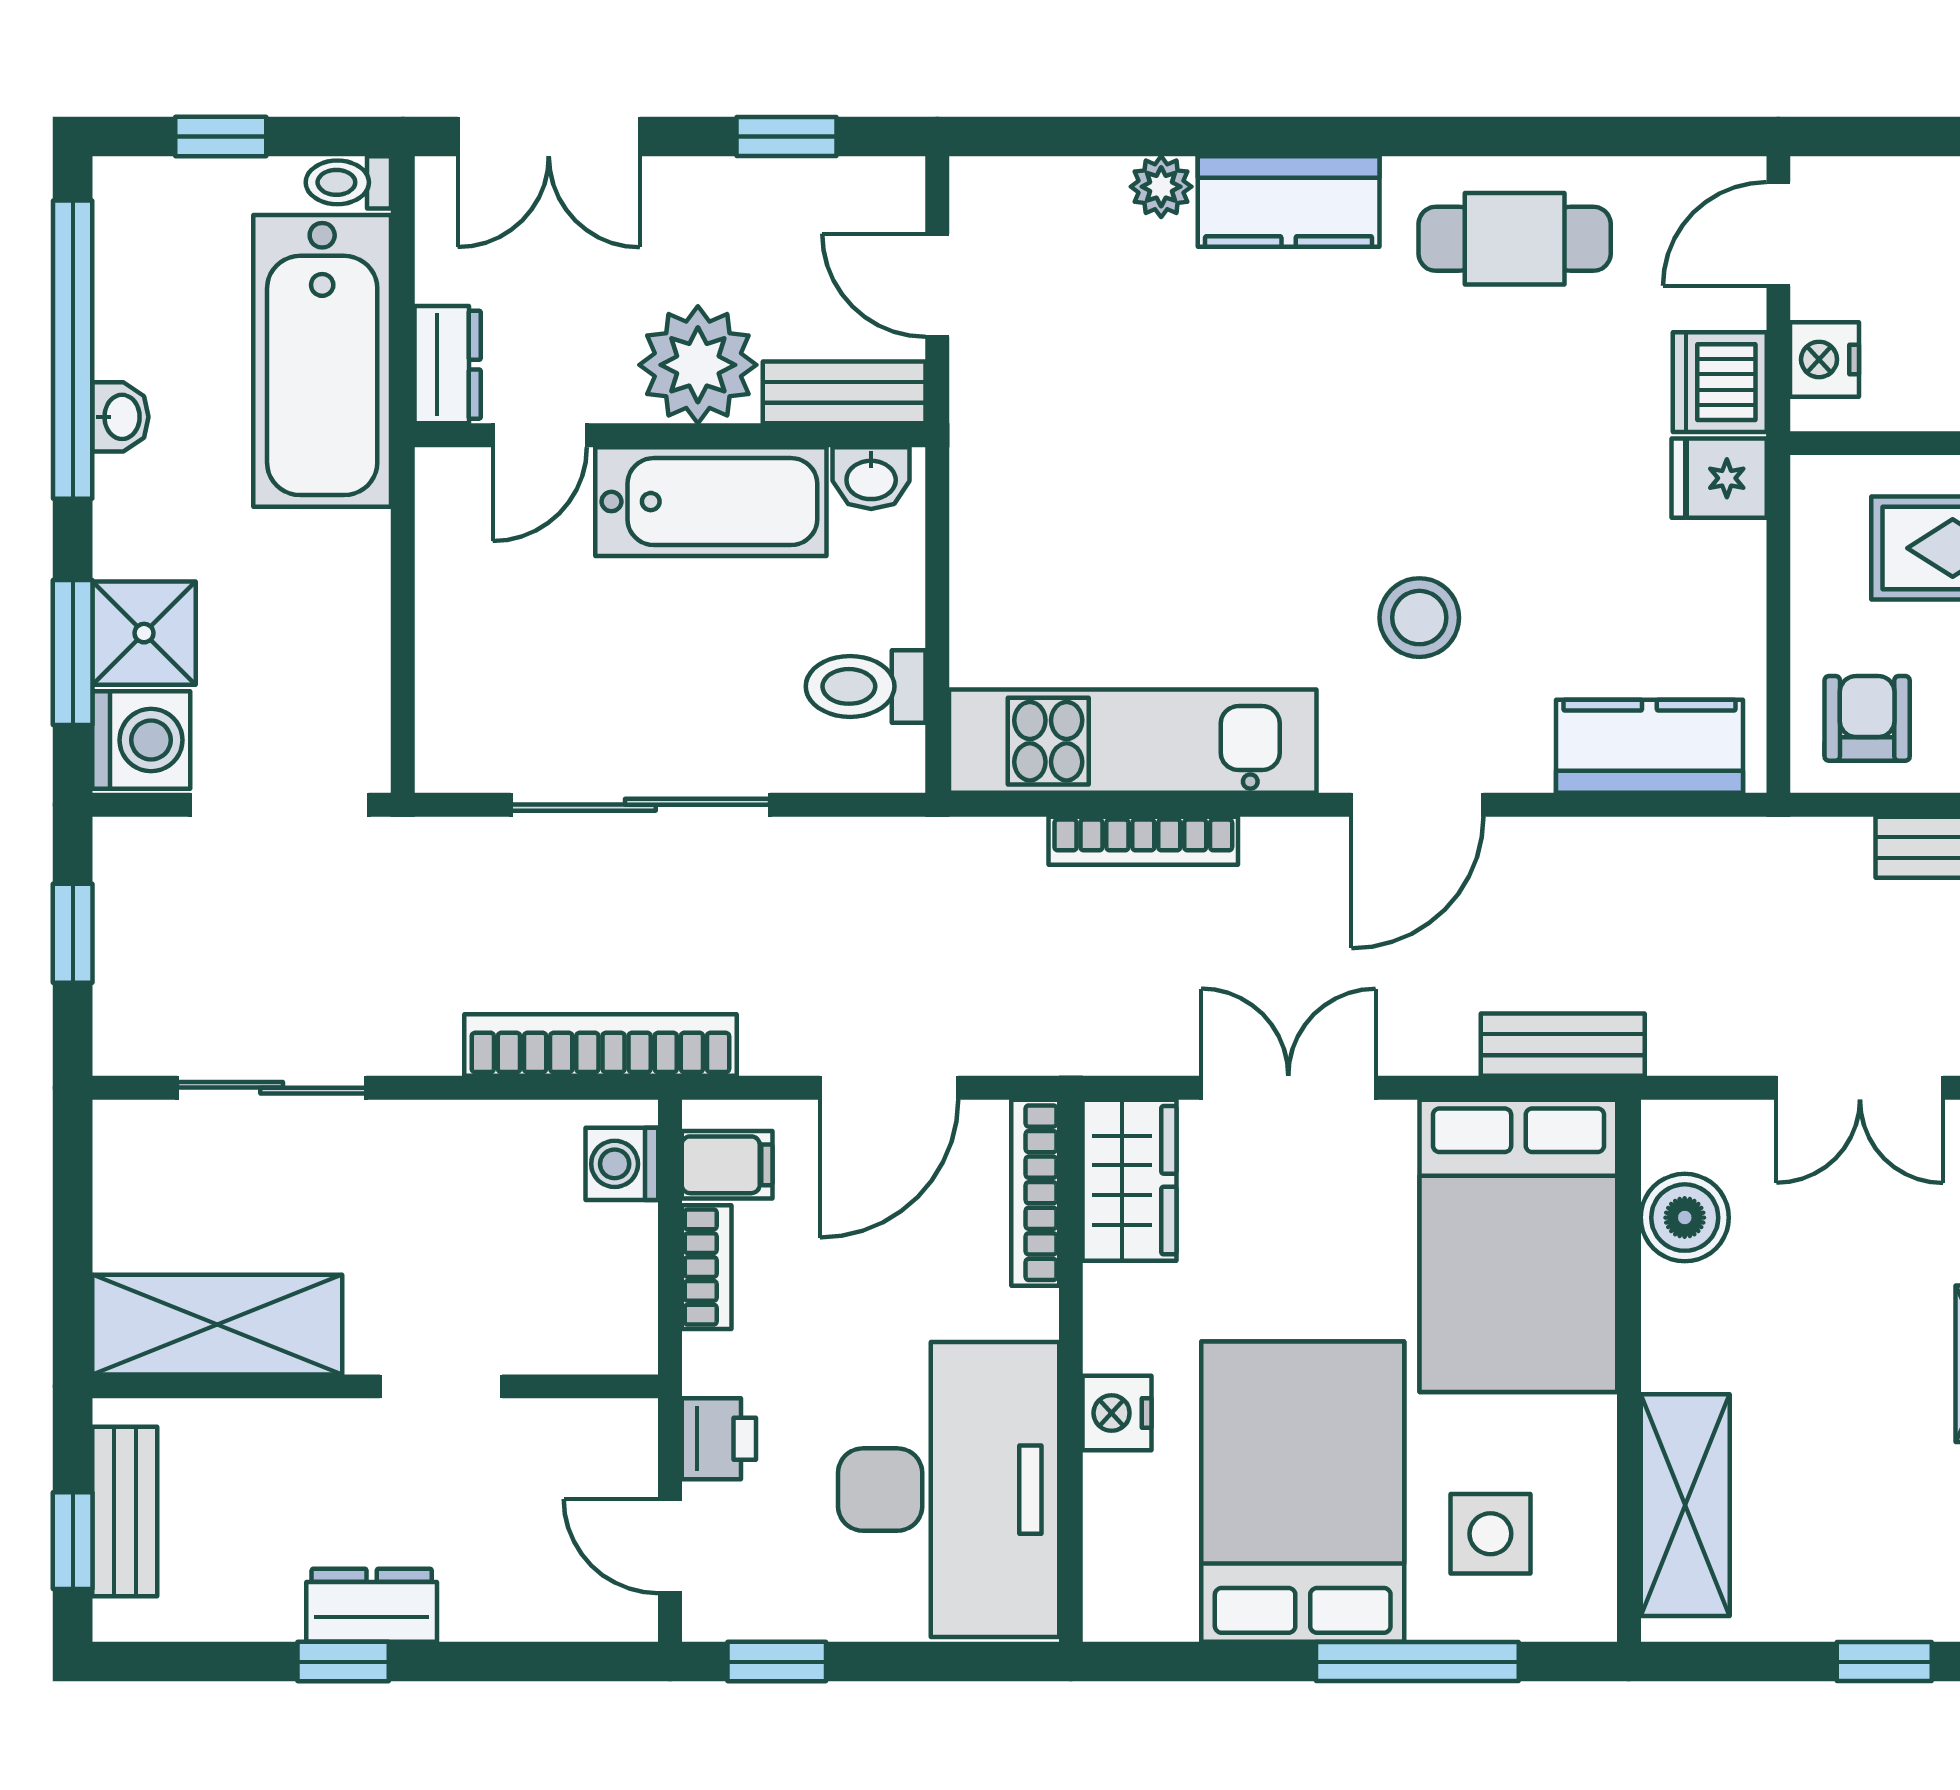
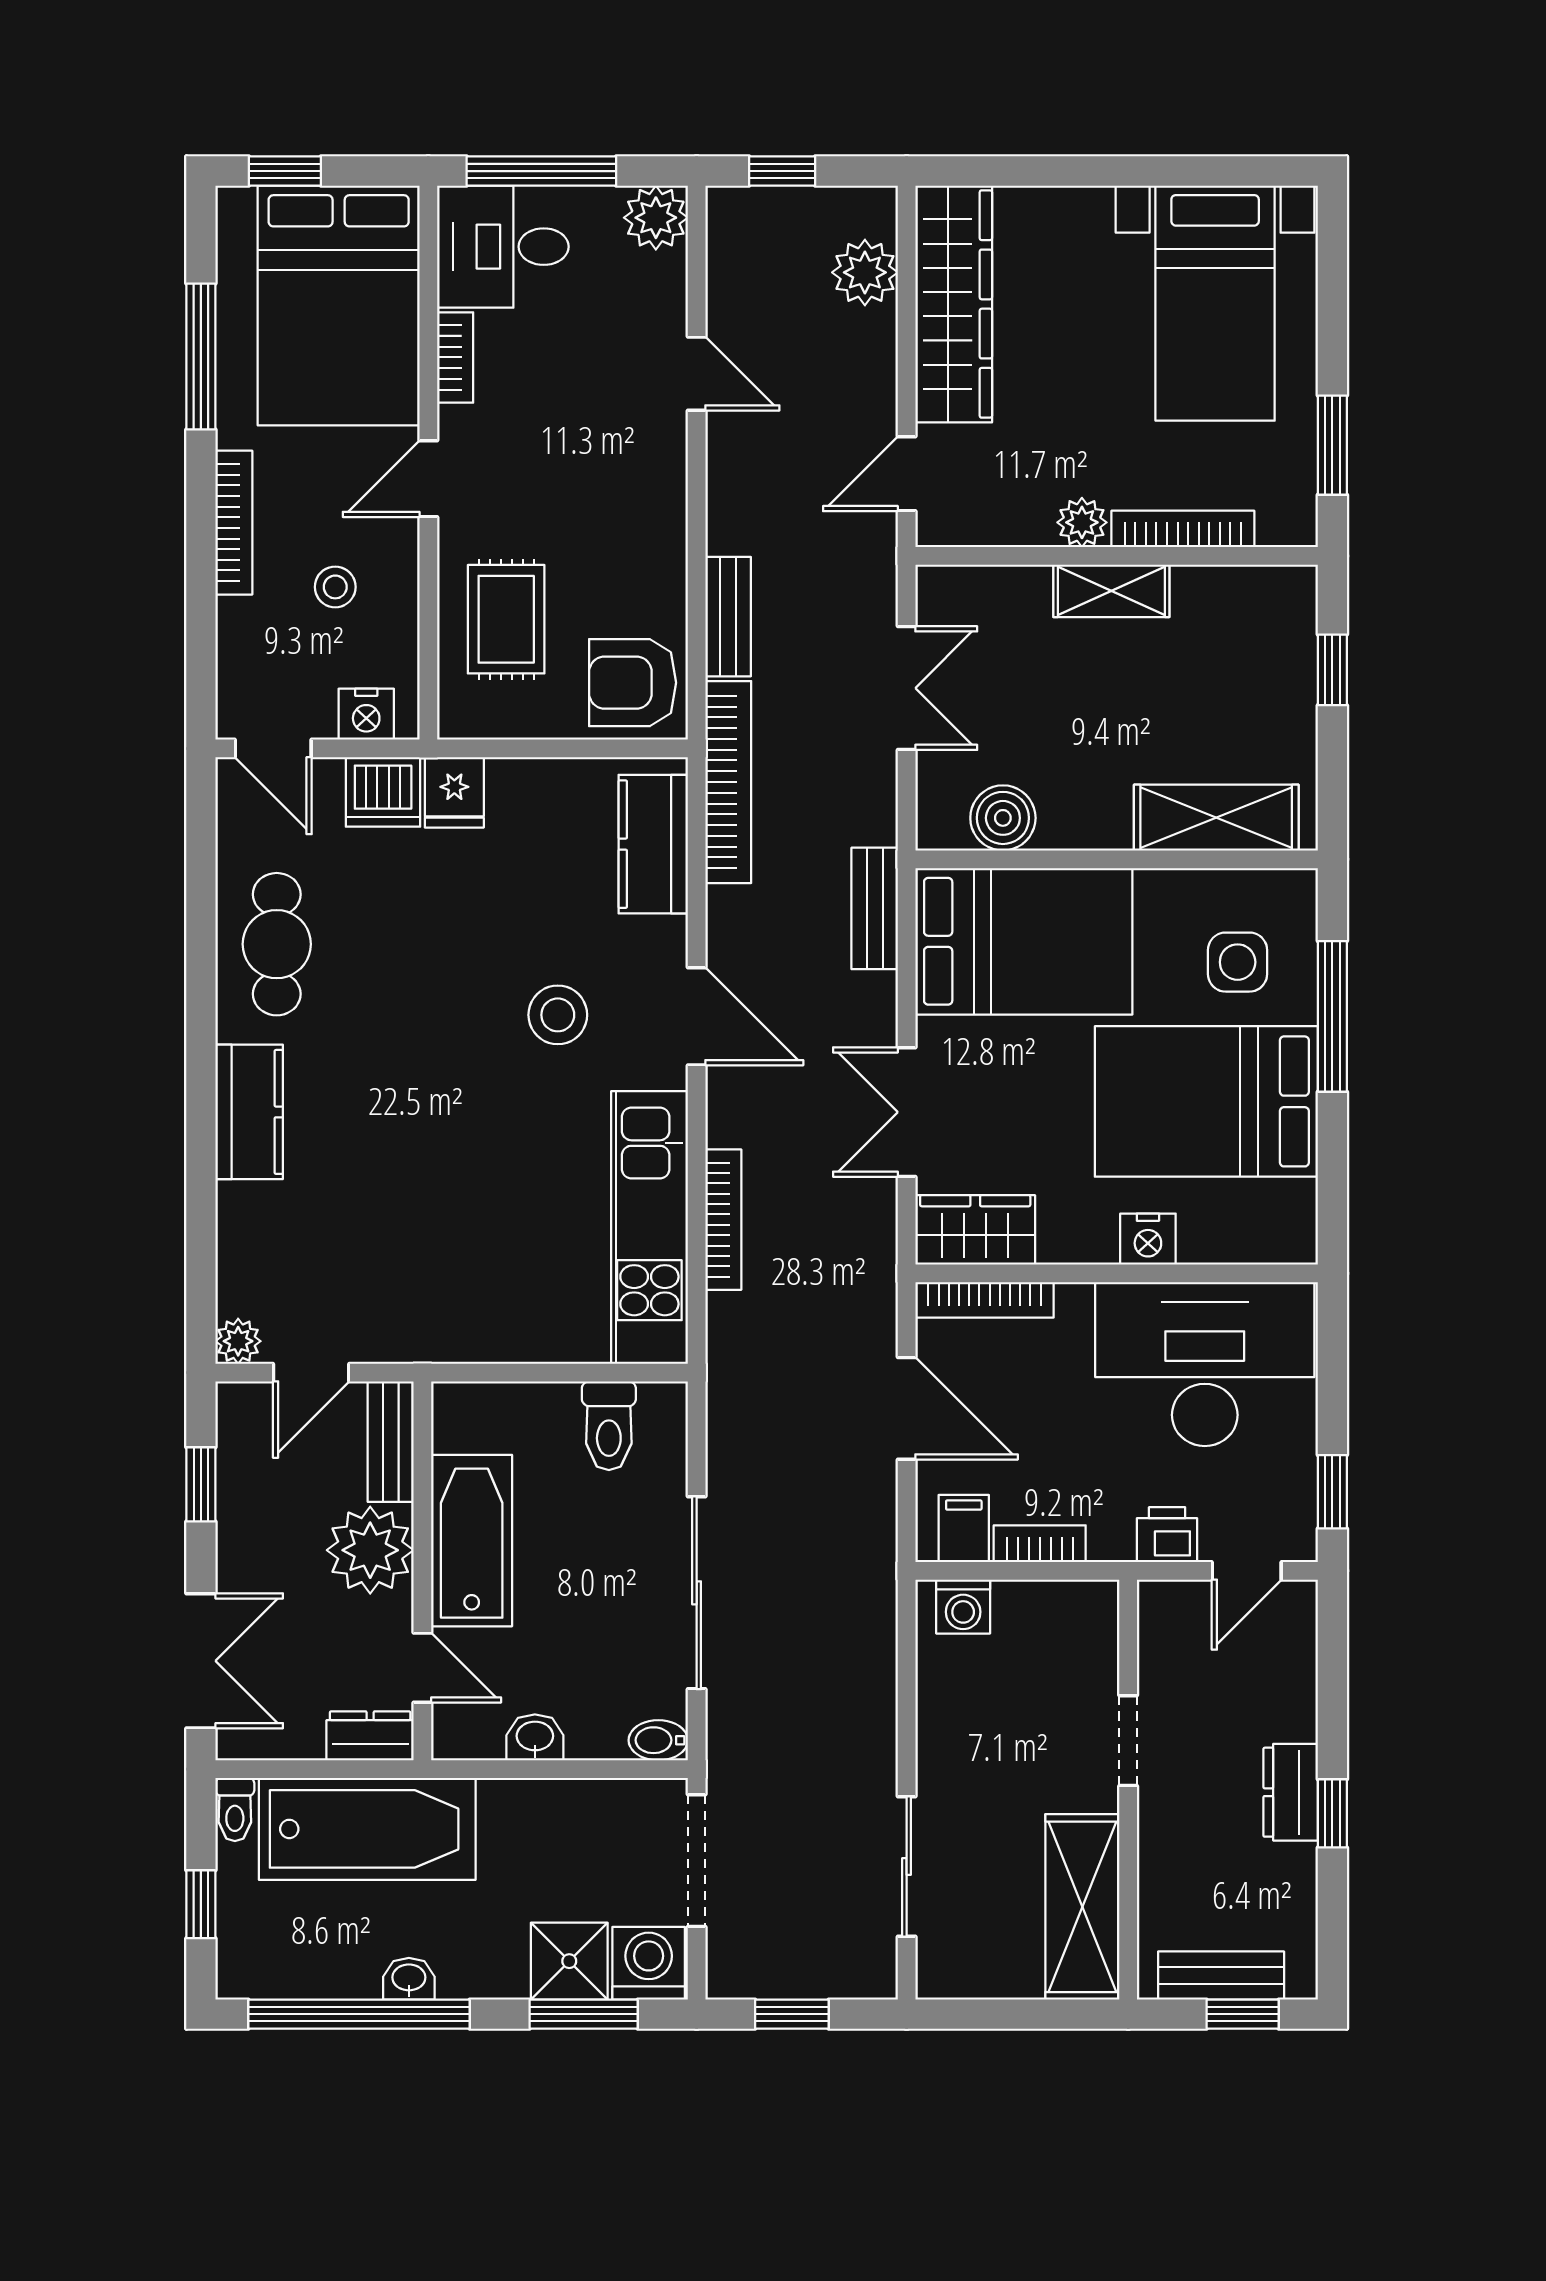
plant: (1161, 187) -> (238, 1341), moved
washbasin: (871, 478) -> (535, 1737), moved, turned -90
armchair: (1867, 718) -> (633, 683), width x1.38, depth x1.38
bidet: (442, 753) -> (658, 1740), added
bookcase: (600, 1045) -> (728, 782), moved, turned 180

